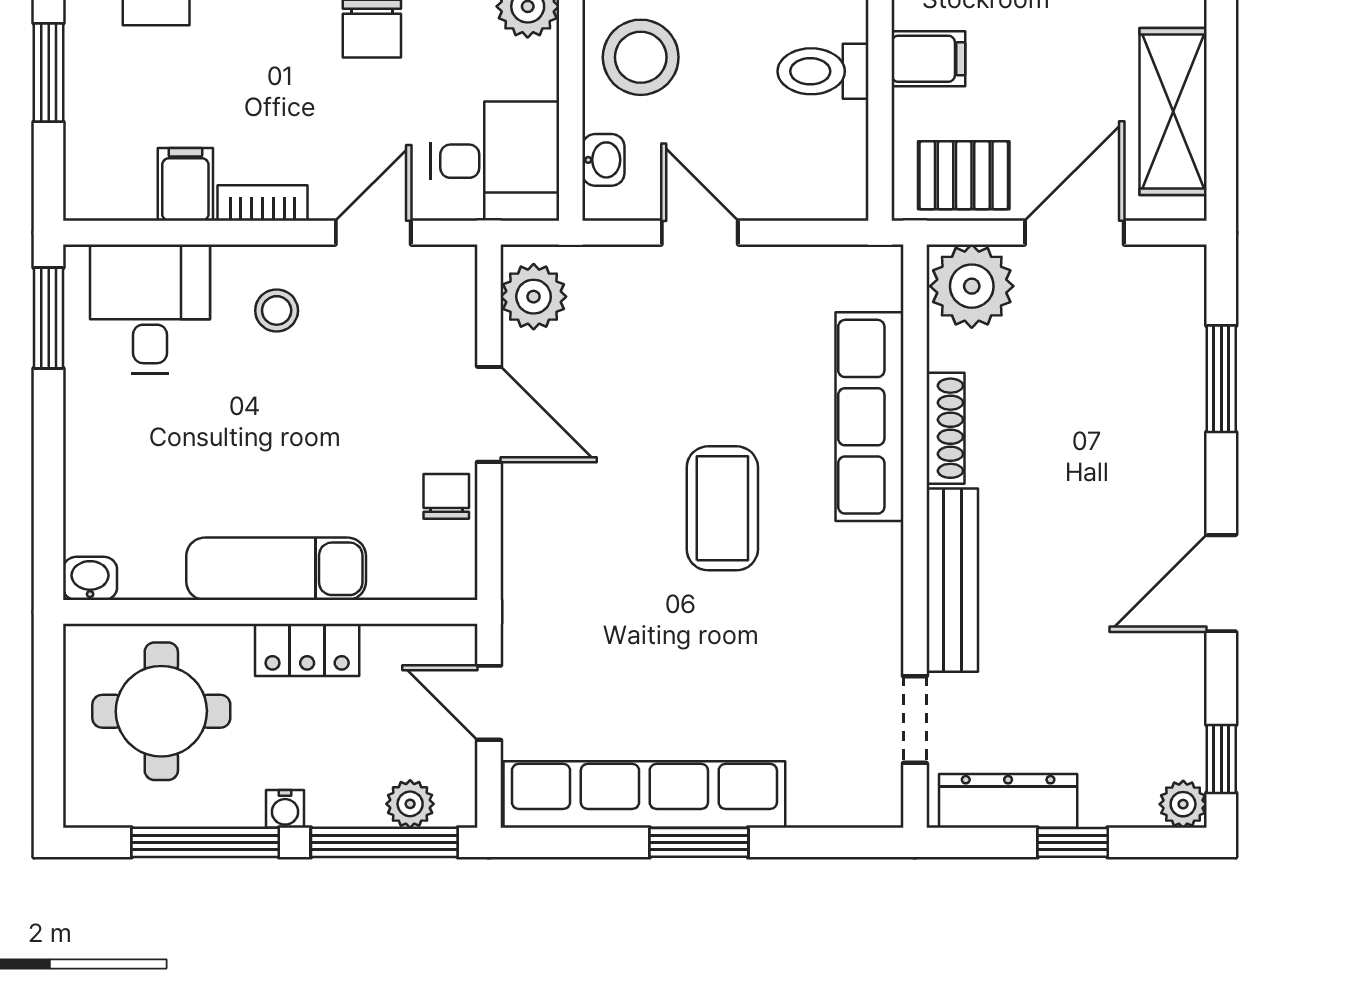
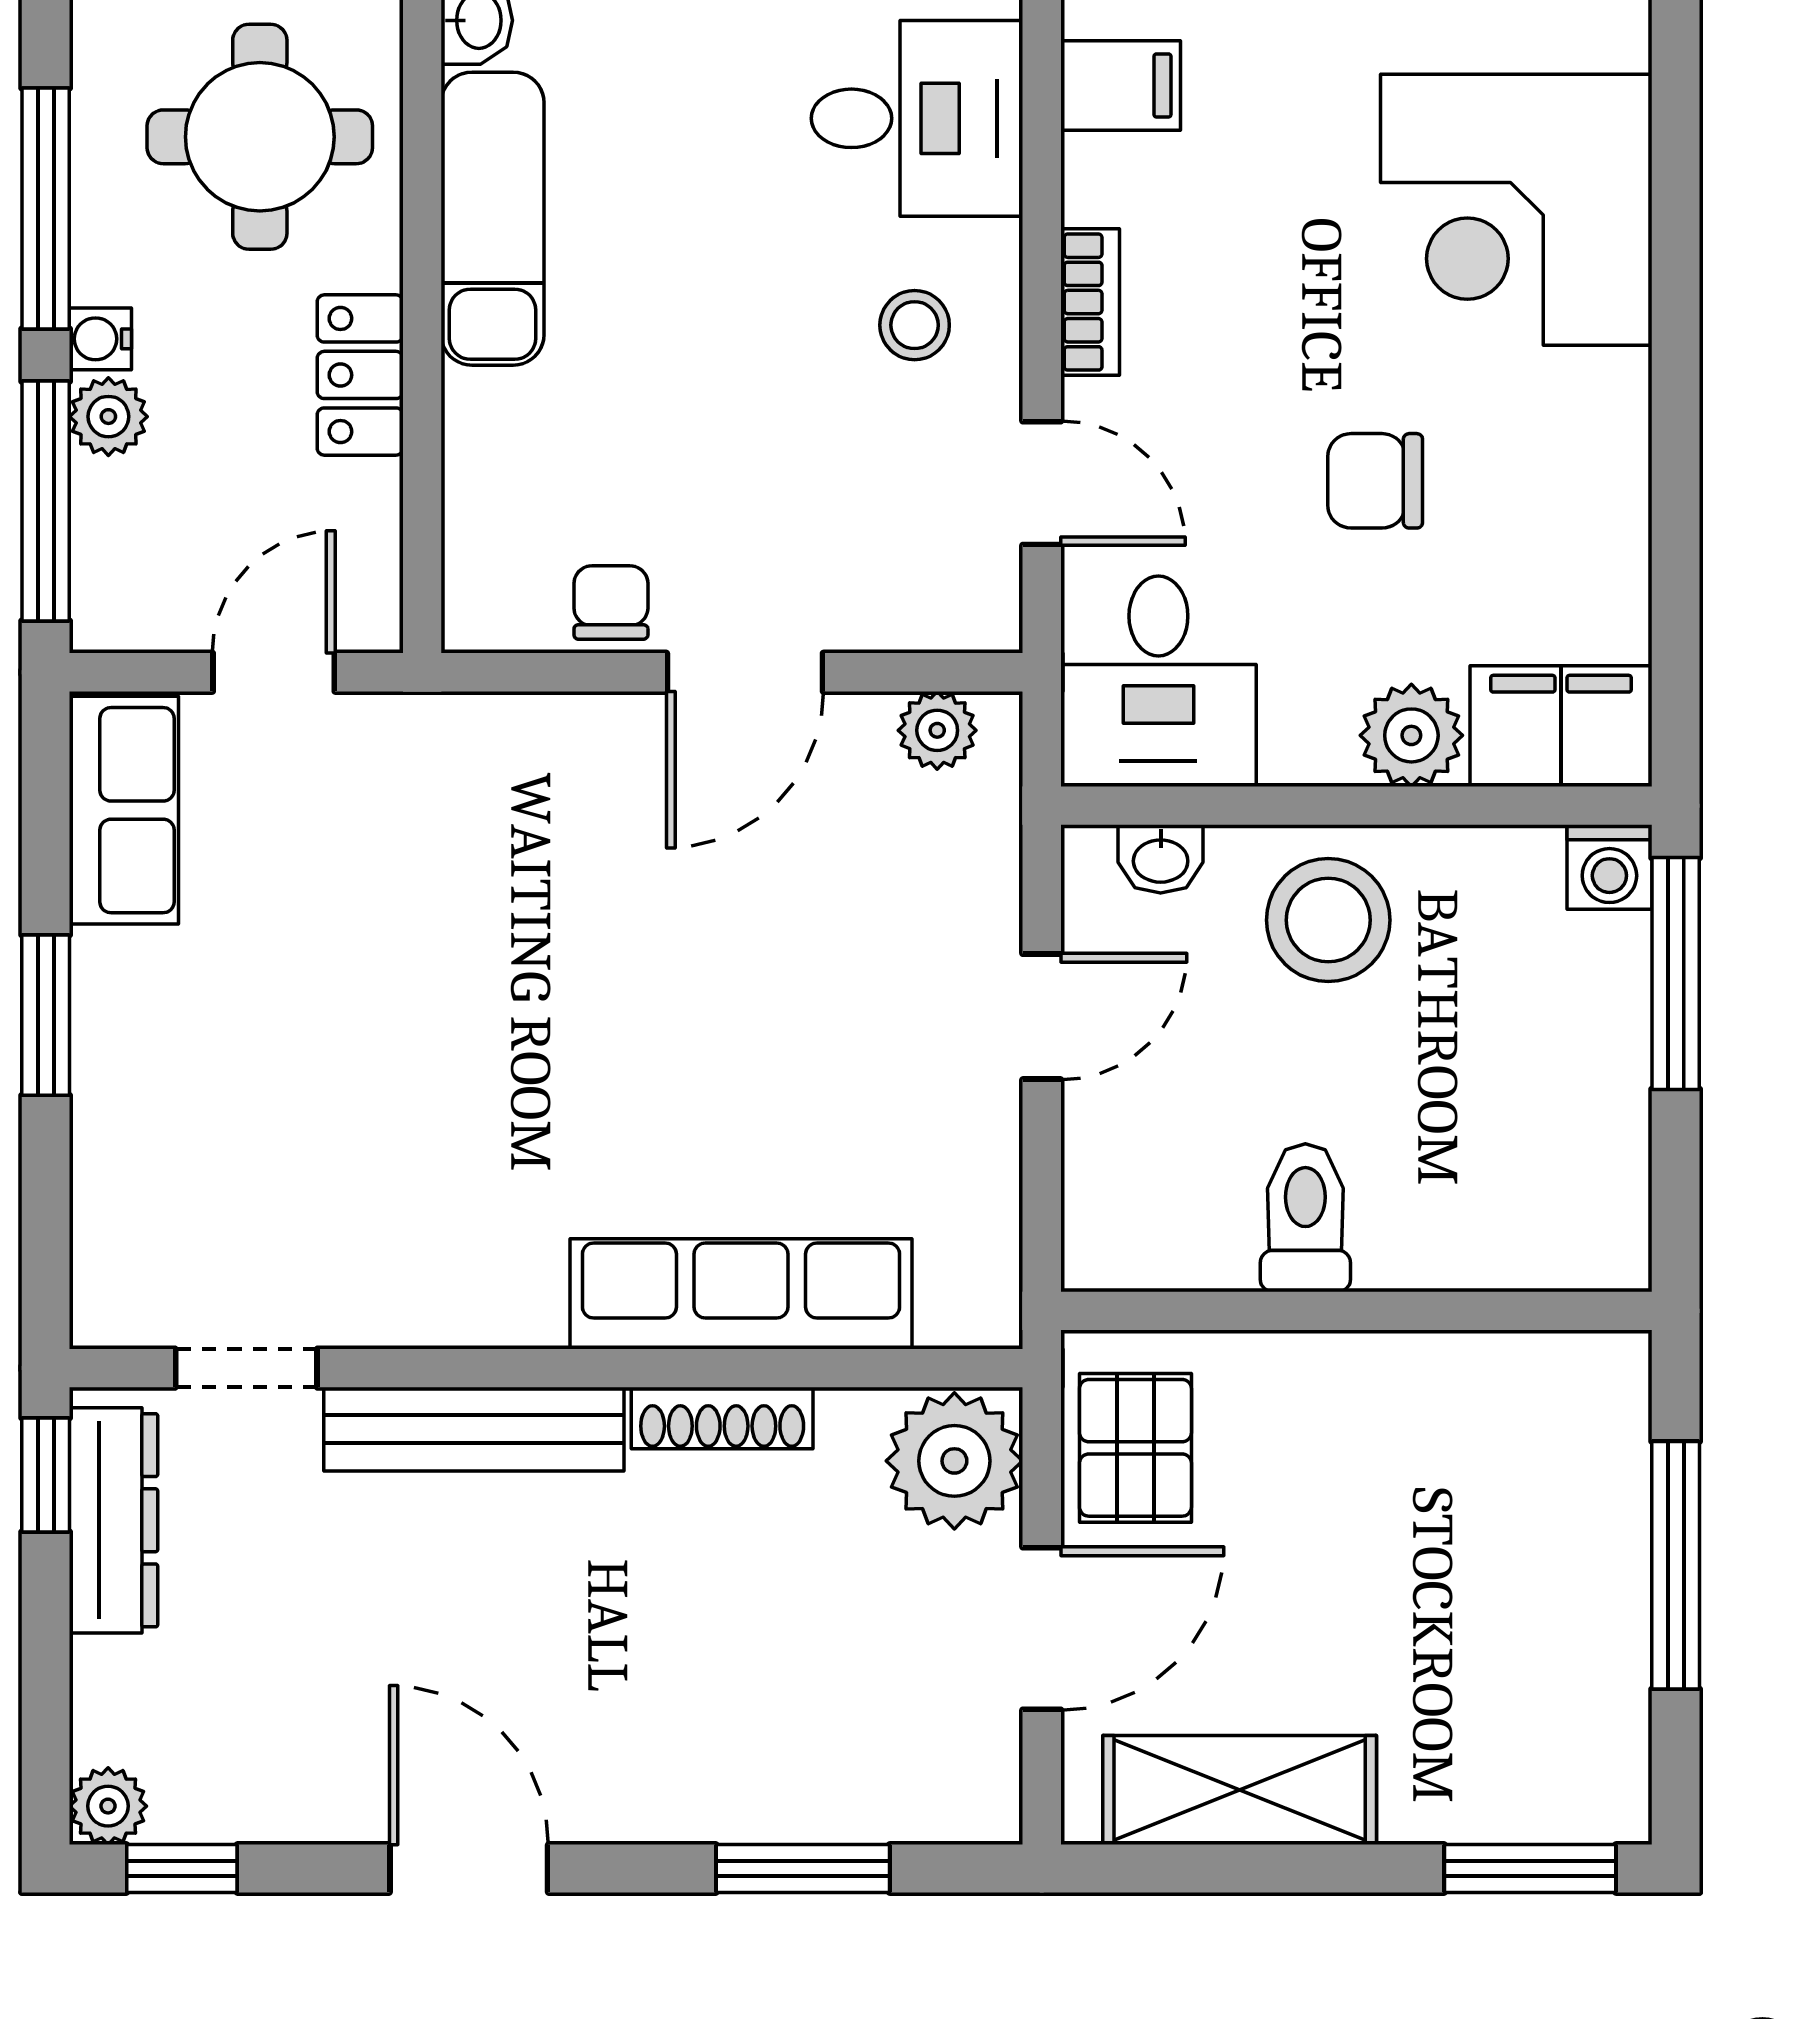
filing cabinet: (928, 59) -> (1326, 1390), removed
filing cabinet: (185, 184) -> (1121, 85), moved
door: (1074, 233) -> (1042, 1629), hinge flipped
plant: (534, 297) -> (937, 730), width x0.73, depth x0.73
chair: (446, 496) -> (611, 602), turned -90
coffee table: (722, 508) -> (591, 1053), removed
exam couch: (276, 569) -> (493, 219), moved
row of seats: (644, 794) -> (124, 810), width x0.50
plant: (410, 804) -> (108, 417), moved
window: (1073, 842) -> (46, 1475), moved

